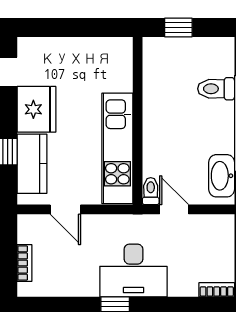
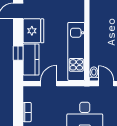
door: (65, 209) -> (49, 84), swing flipped

